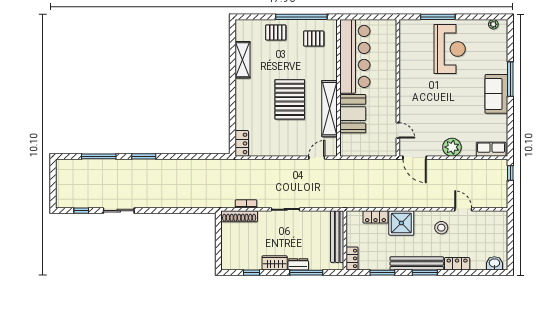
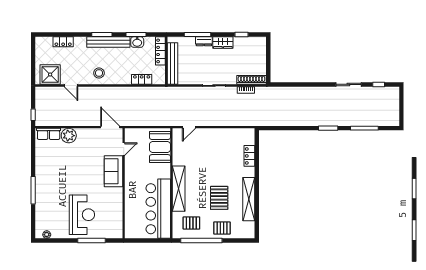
reception desk: (450, 49) -> (82, 215), turned 180
shelving: (243, 60) -> (249, 199), width x1.47
sofa: (496, 94) -> (113, 171), moved, turned 180
pallet: (290, 99) -> (219, 198), moved, width x0.73, depth x0.71
shelving: (329, 109) -> (179, 189), moved
booth: (353, 114) -> (160, 147), moved
door: (398, 130) -> (124, 149), swing flipped
locker: (242, 143) -> (249, 156), moved
plant: (452, 147) -> (69, 136), moved
shower: (401, 223) -> (50, 75), moved
stool: (441, 228) -> (99, 73), moved
locker: (352, 258) -> (160, 51), width x1.53
washbasin: (494, 263) -> (137, 42), moved
locker: (457, 264) -> (63, 42), moved

